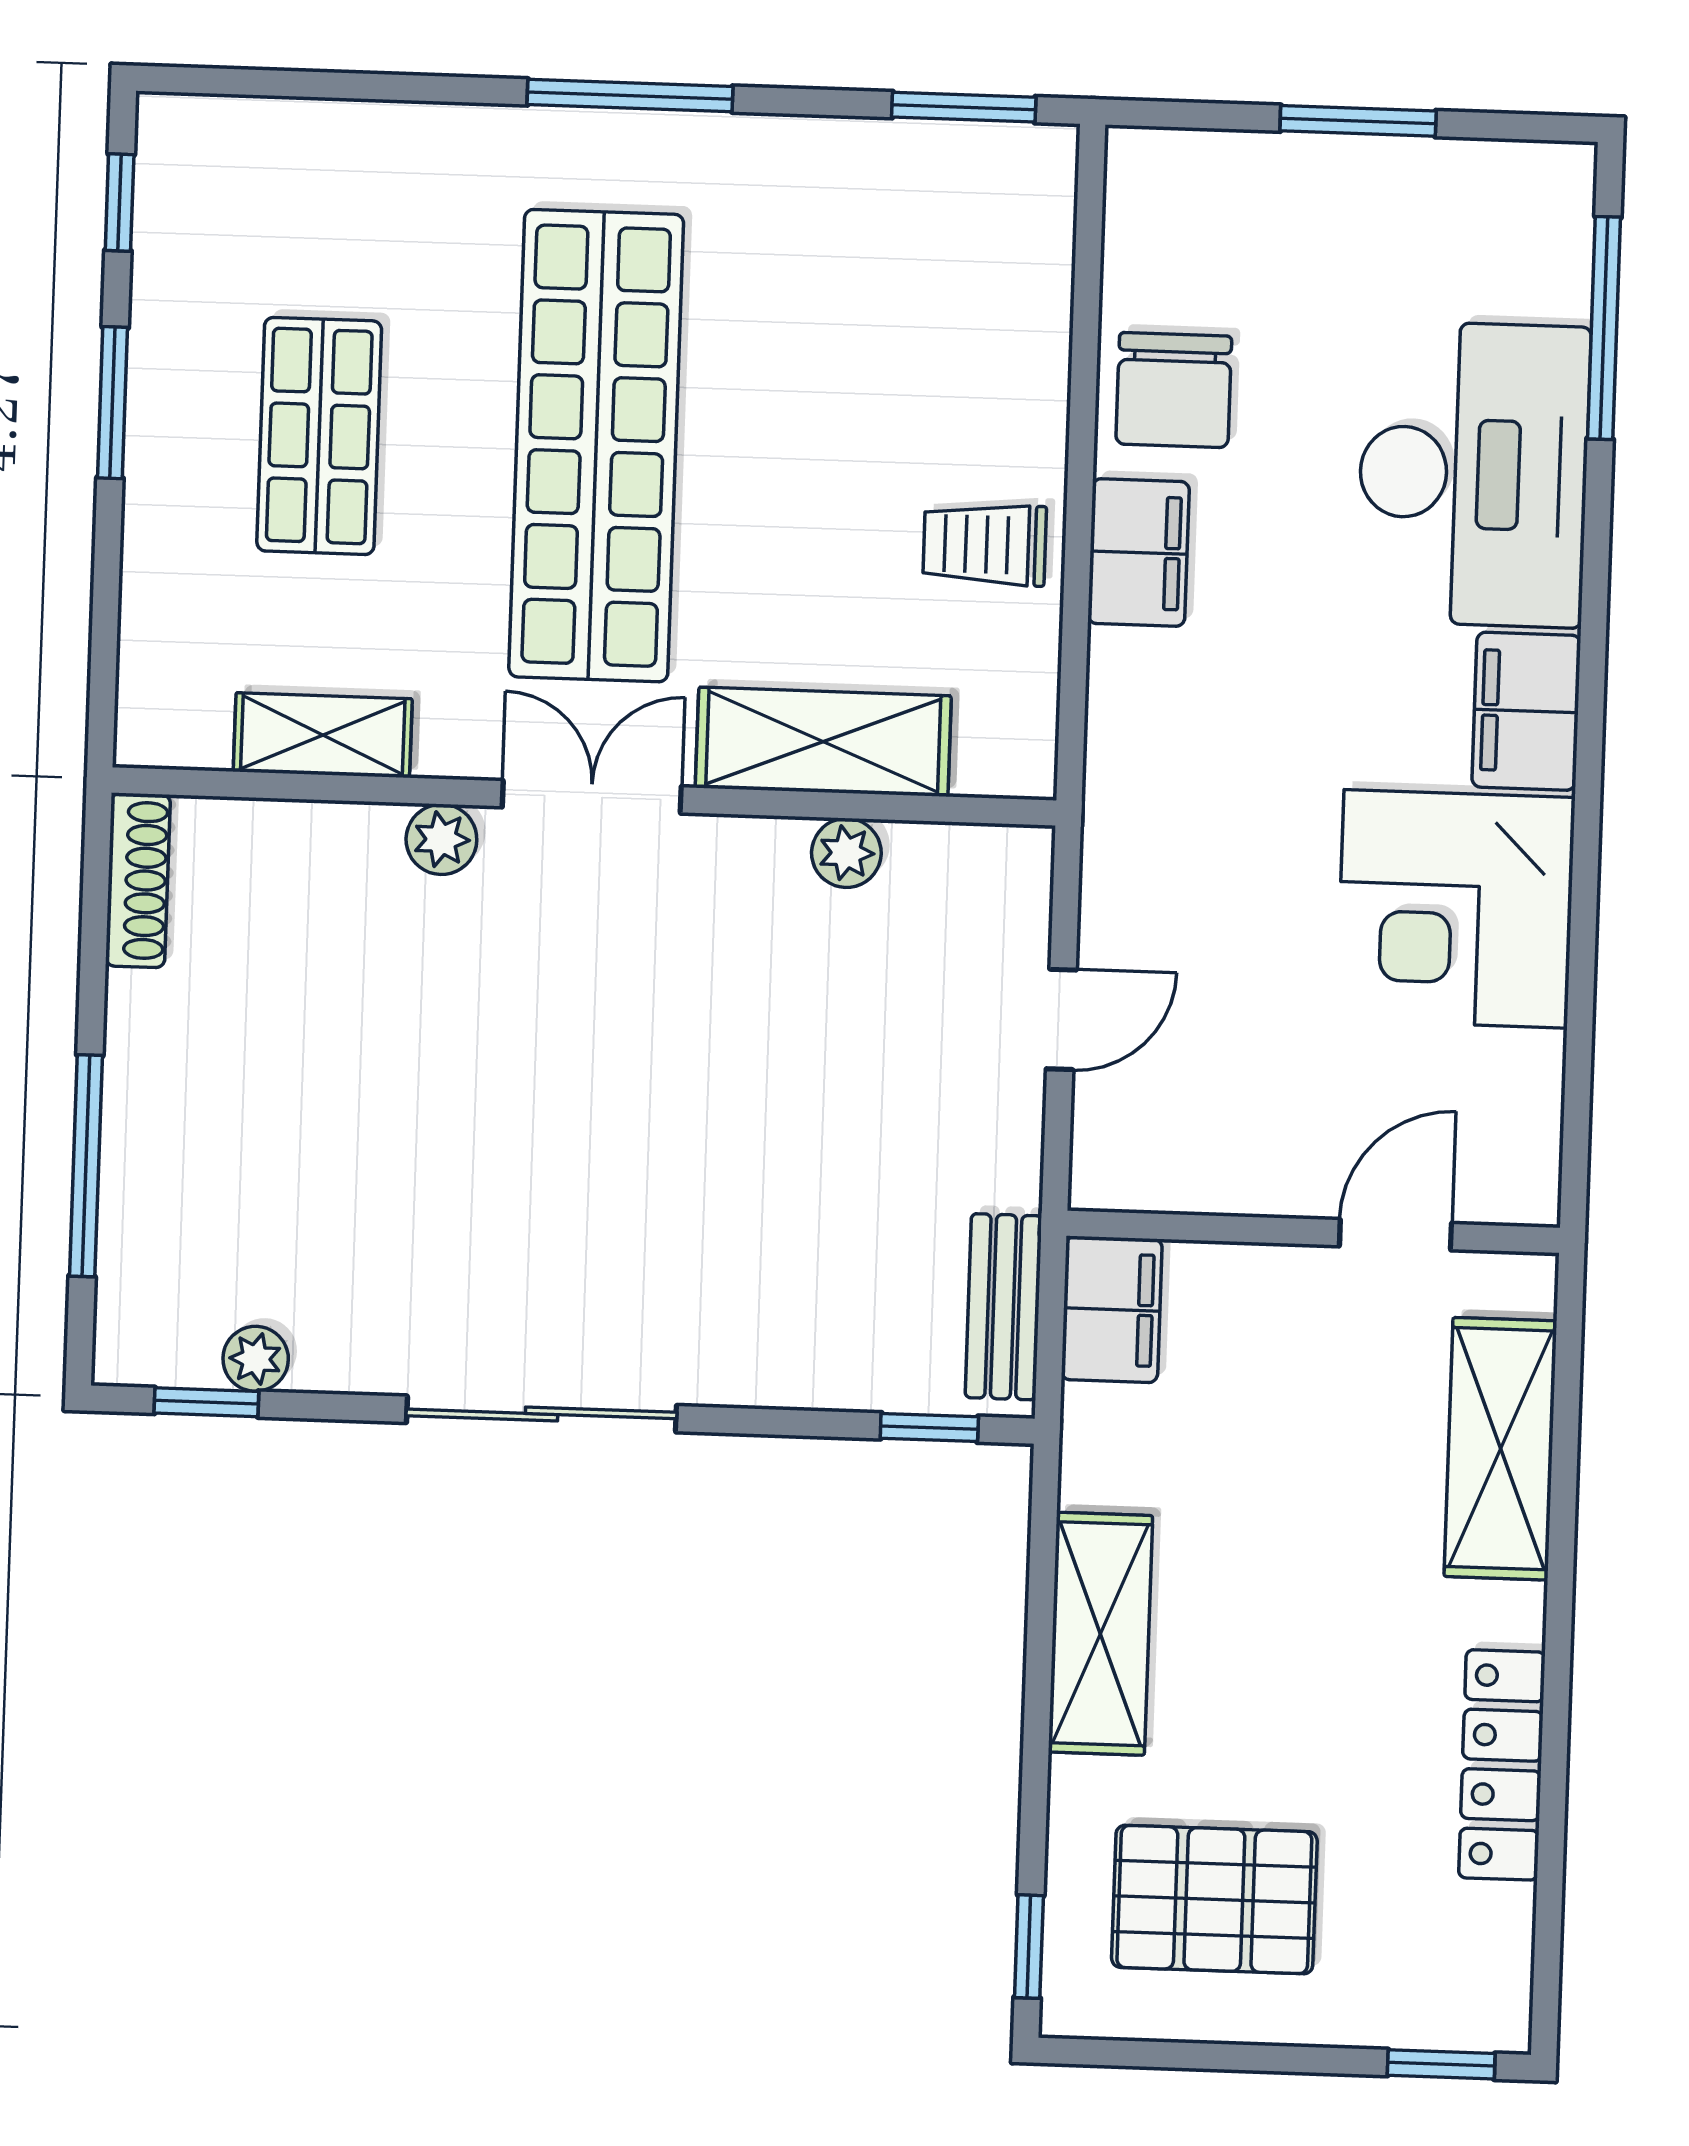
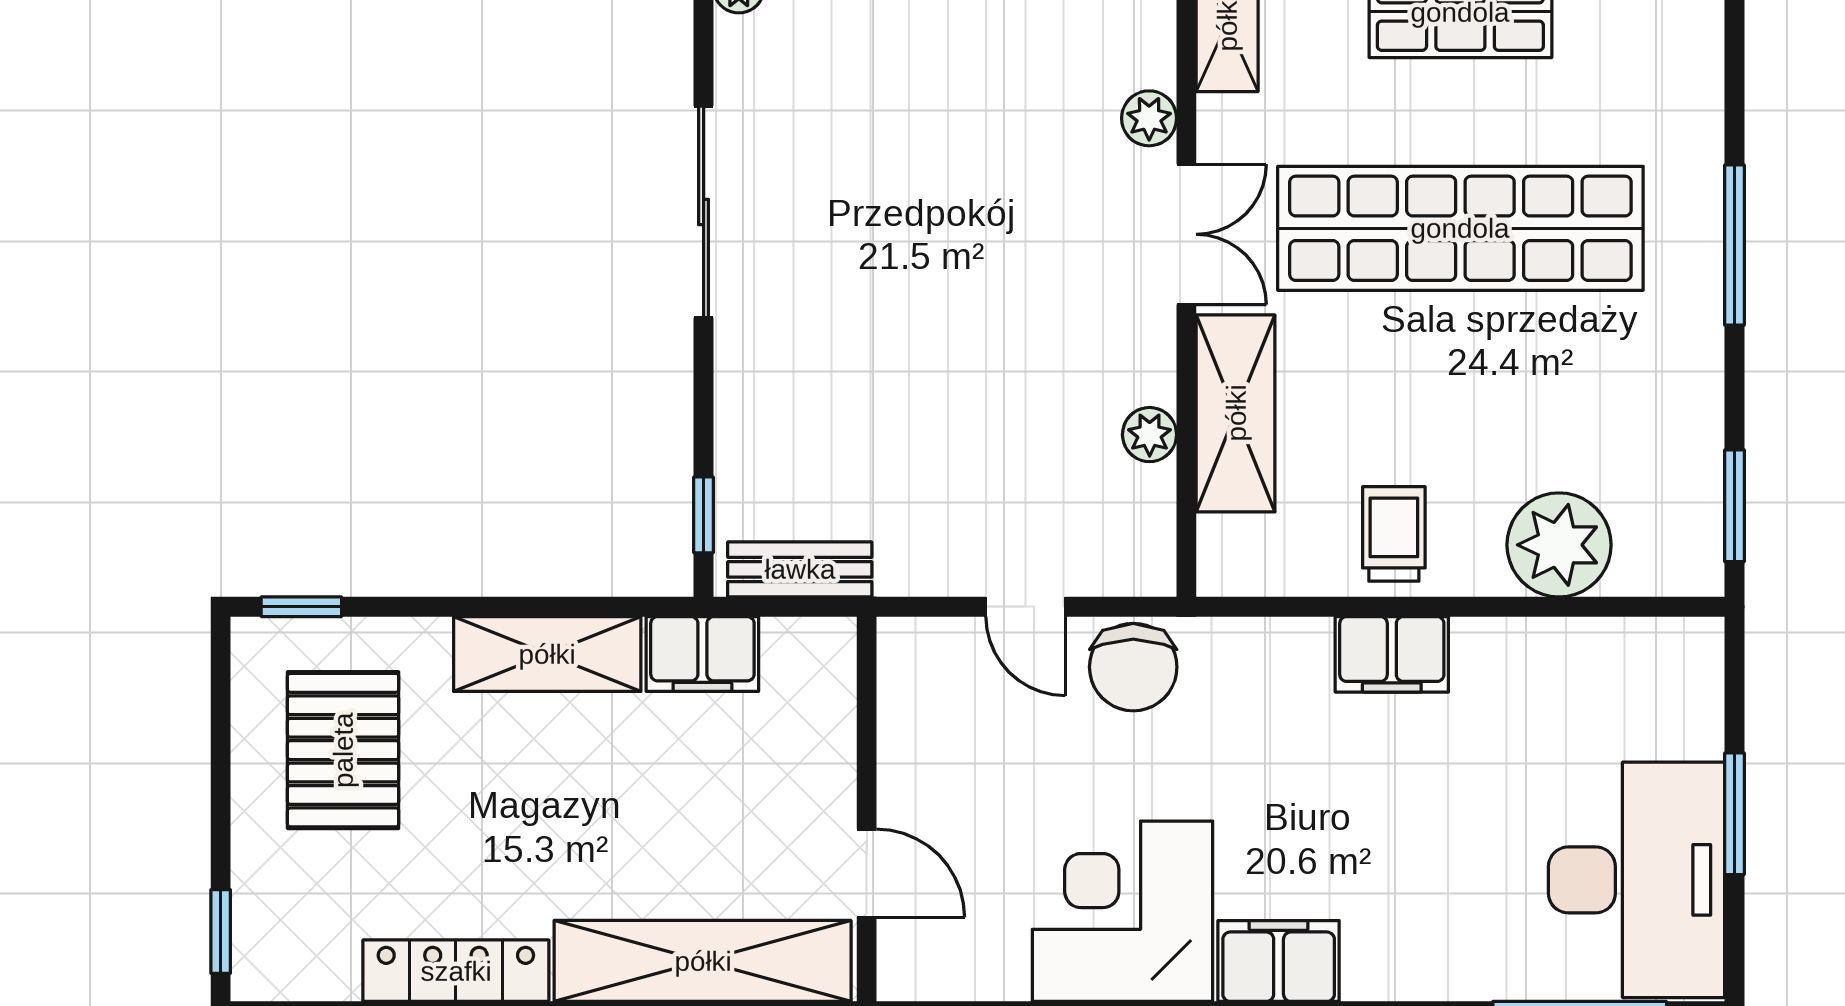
plant: (1006, 334) -> (1559, 545), added
chair: (1174, 390) -> (1133, 667), moved, turned -90
desk: (1473, 474) -> (1637, 880), moved, turned -90
filing cabinet: (1112, 1309) -> (702, 654), moved
shelving: (1500, 1449) -> (703, 961), width x1.47

